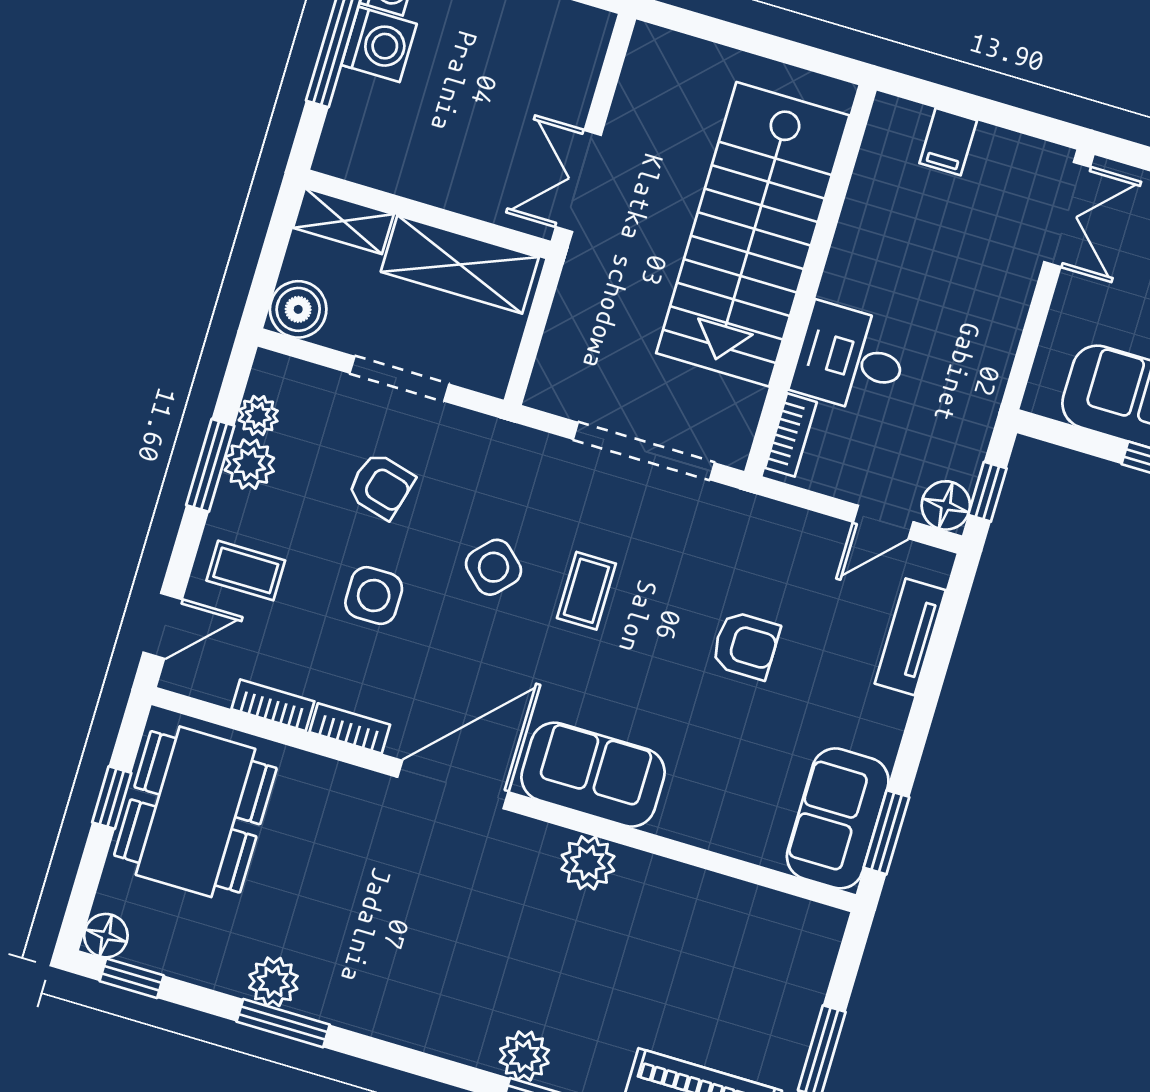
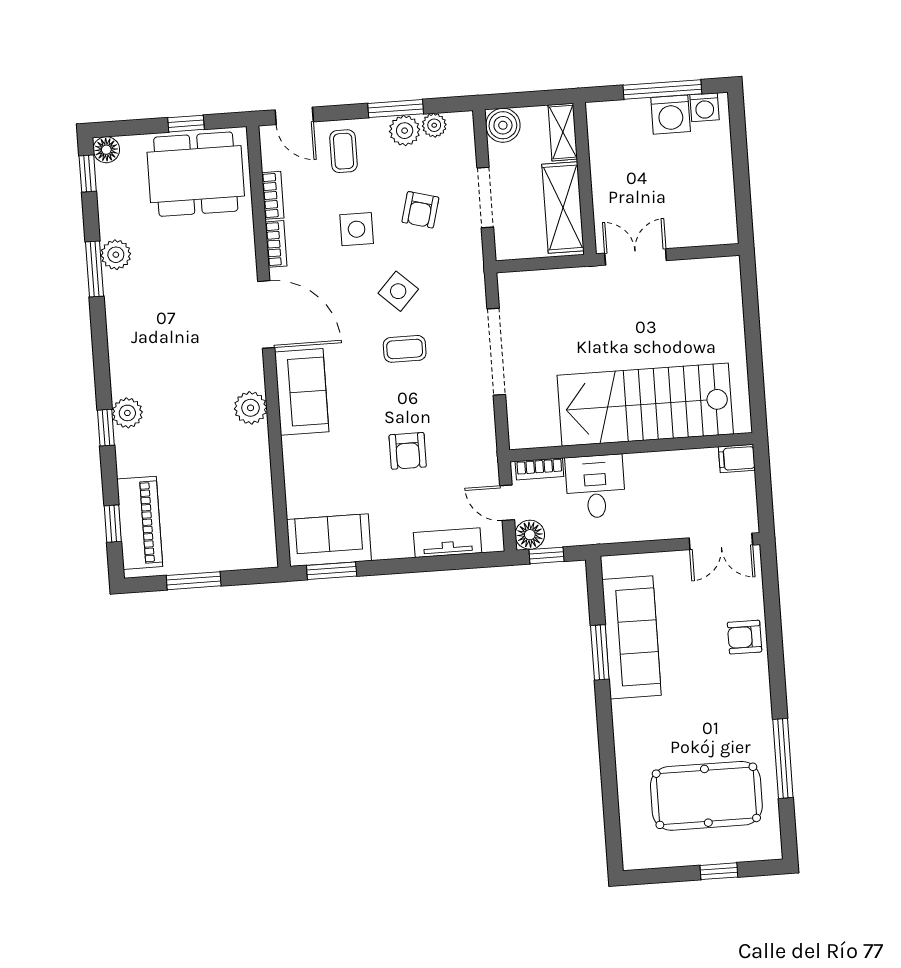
stairs: (753, 234) -> (645, 405), moved
wall: (810, 281) -> (631, 447), moved
desk: (850, 359) -> (595, 487), moved
bookcase: (791, 435) -> (539, 469), moved

